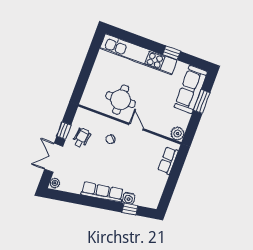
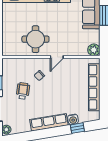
door: (136, 127) -> (57, 57), swing flipped
wheelchair: (82, 138) -> (23, 91), moved
row of seats: (168, 161) -> (94, 87), width x2.02

